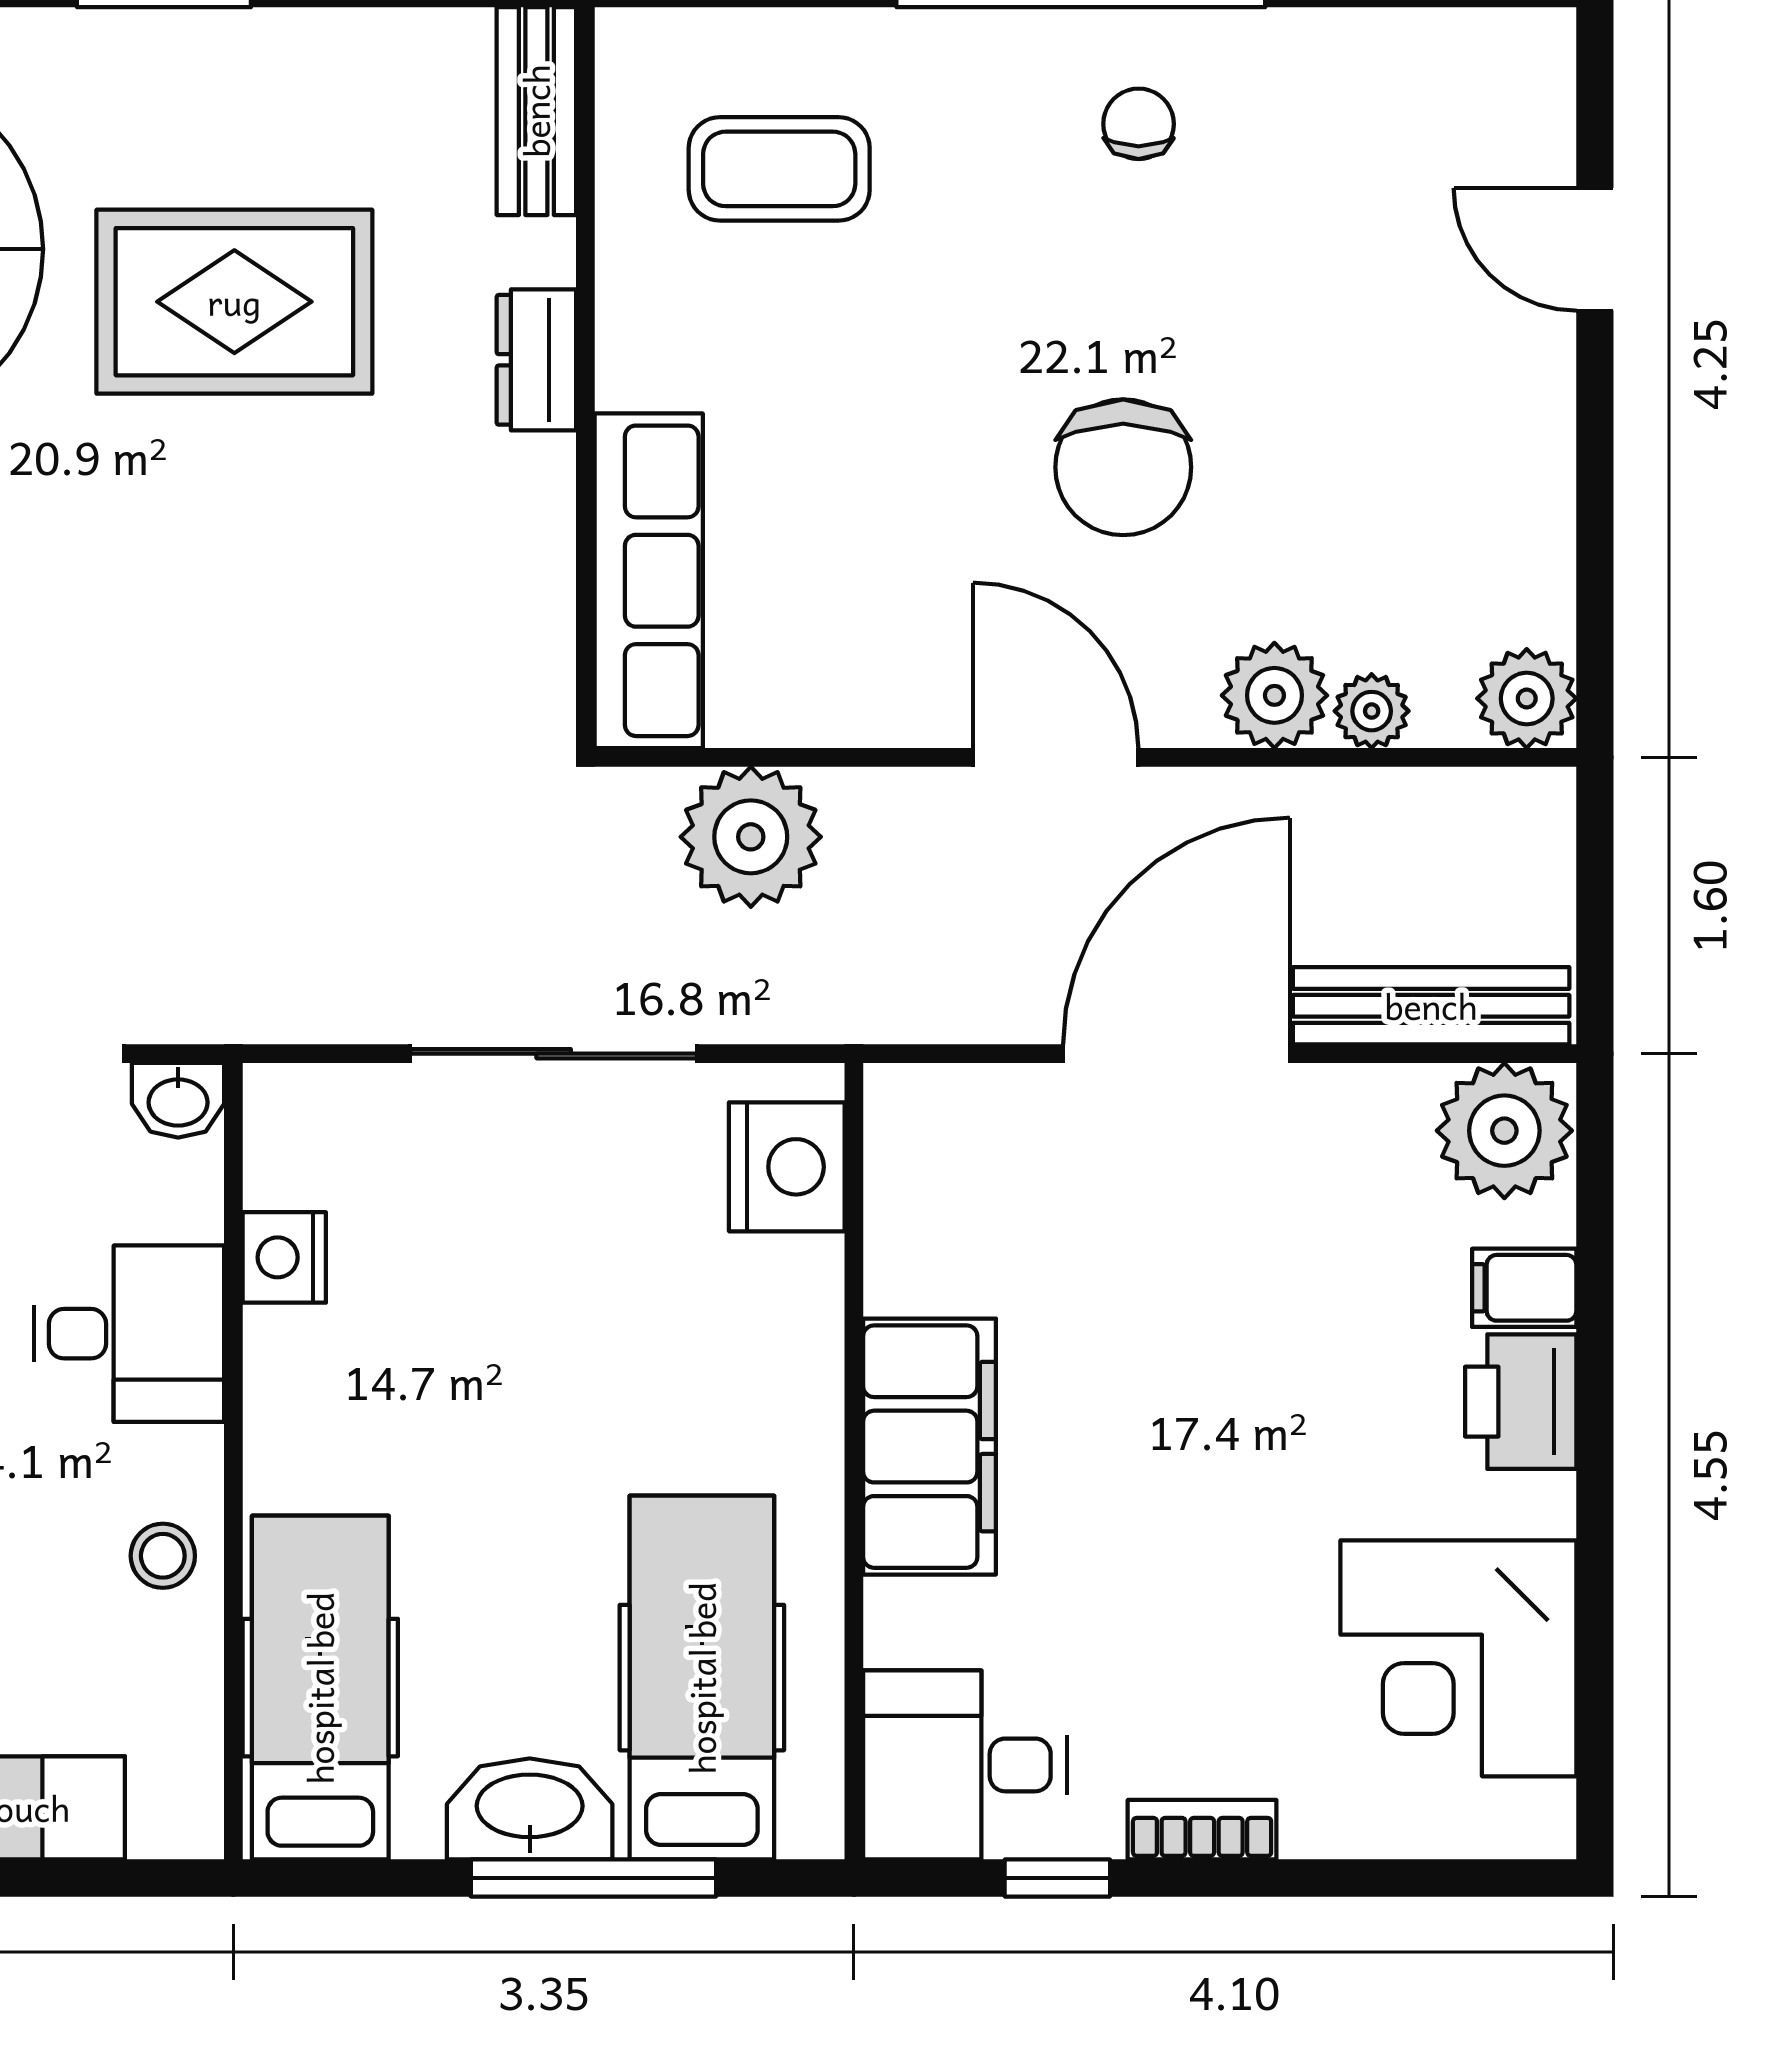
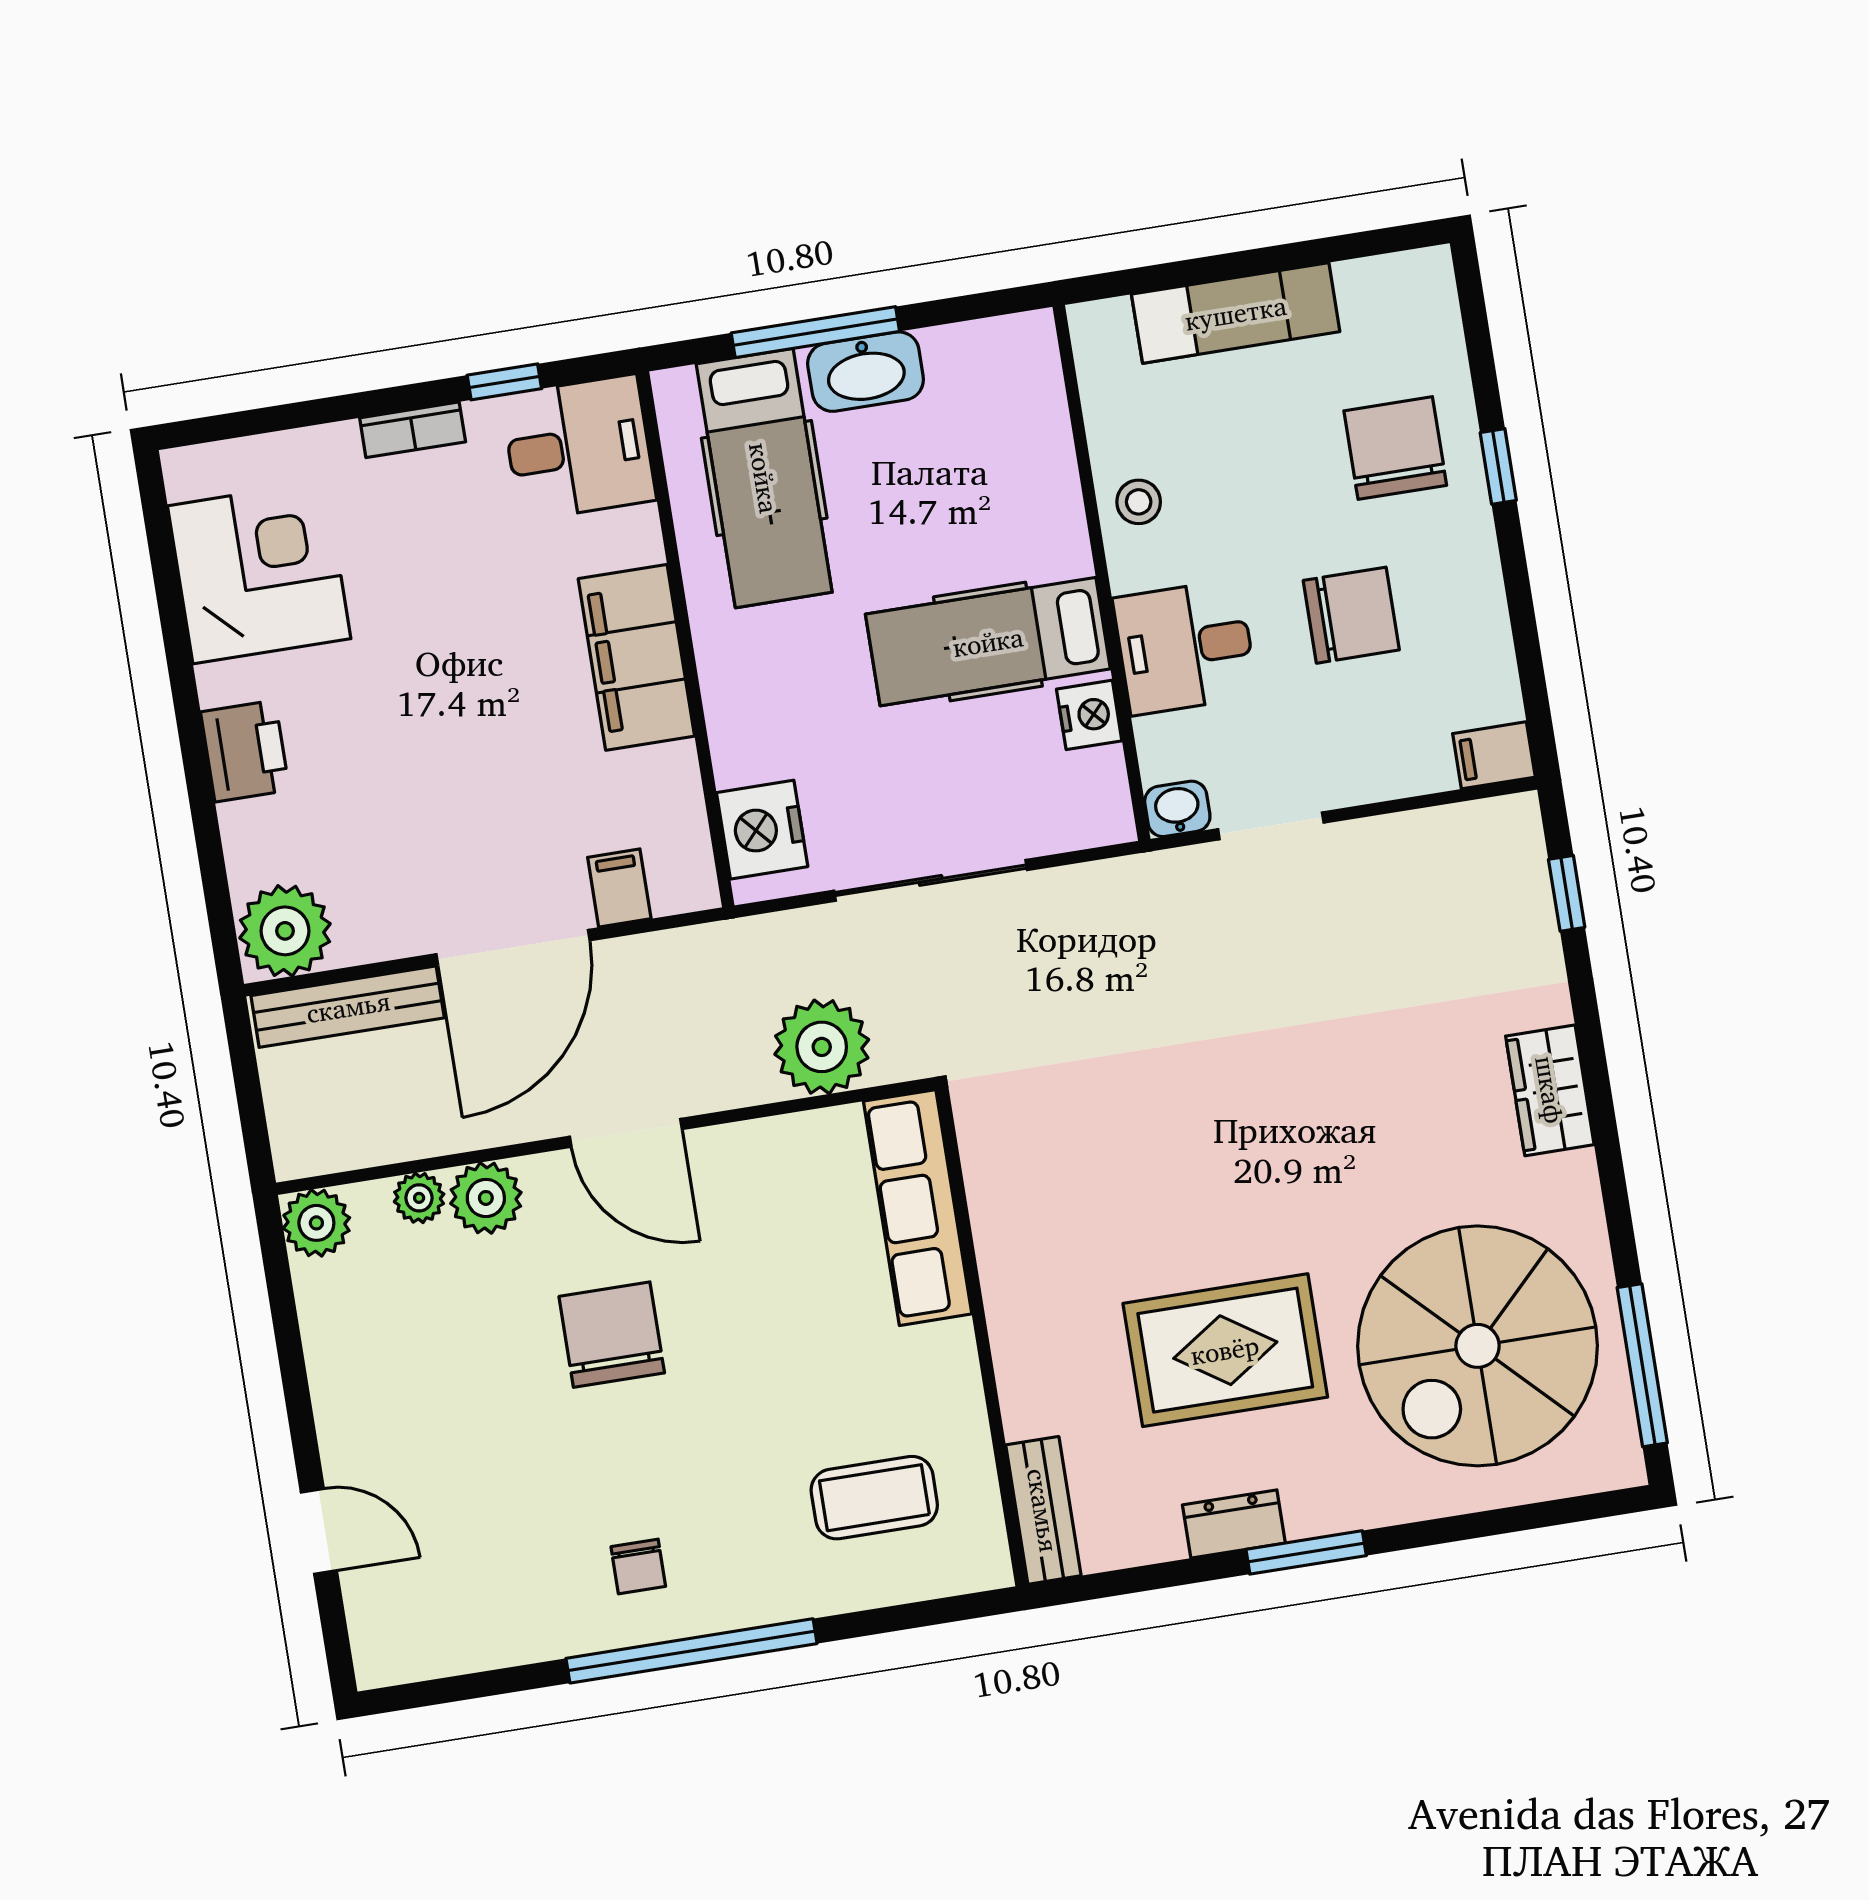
dresser: (536, 360) -> (1234, 1524), moved, turned -90
filing cabinet: (1524, 1288) -> (619, 888), moved, turned -90
hospital bed: (320, 1688) -> (988, 642), moved, turned 90

